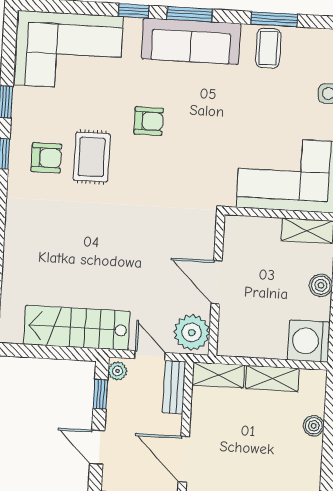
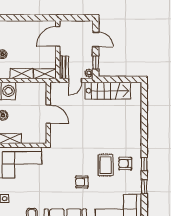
plant: (192, 332) -> (58, 92), removed
door: (150, 356) -> (75, 80), hinge flipped
door: (184, 459) -> (58, 36), swing flipped

